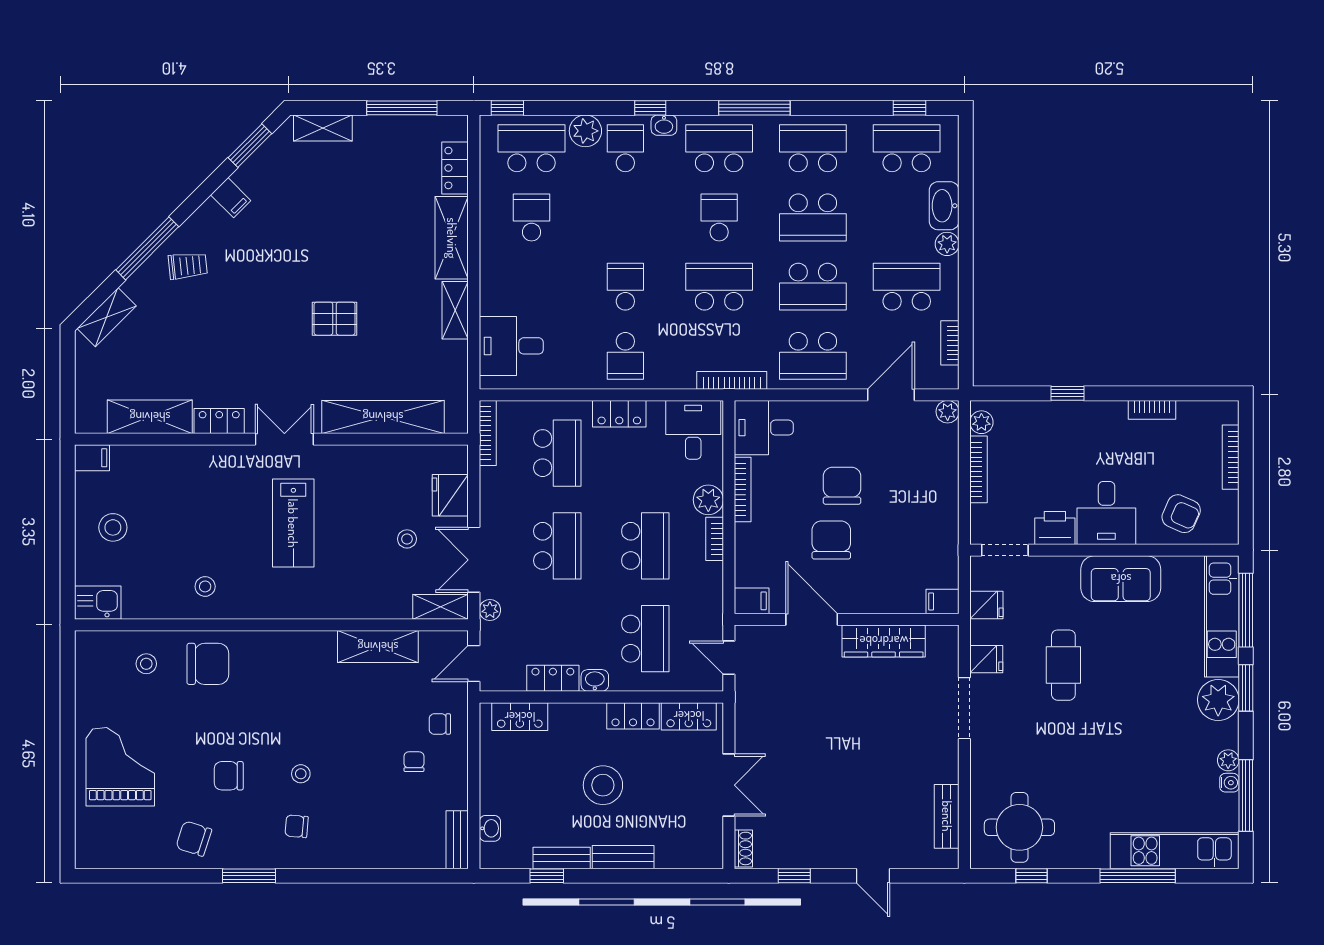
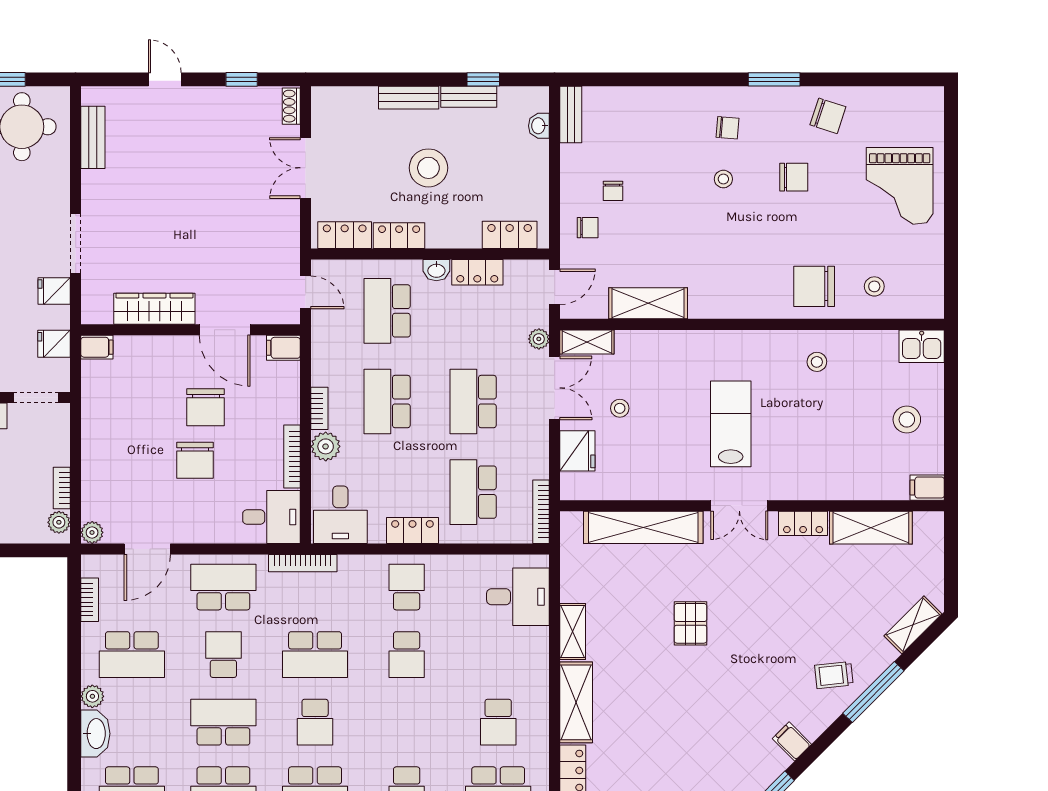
school desk: (813, 287) -> (223, 655), width x0.54
pallet: (335, 319) -> (690, 623), turned 90
bookcase: (979, 469) -> (62, 488), width x0.64

